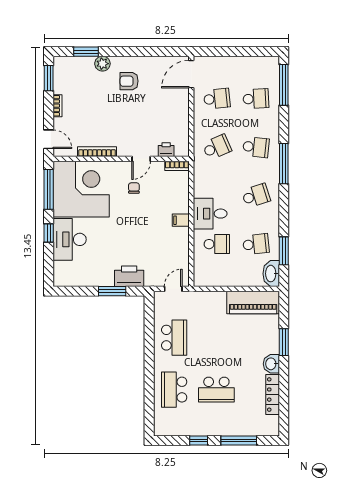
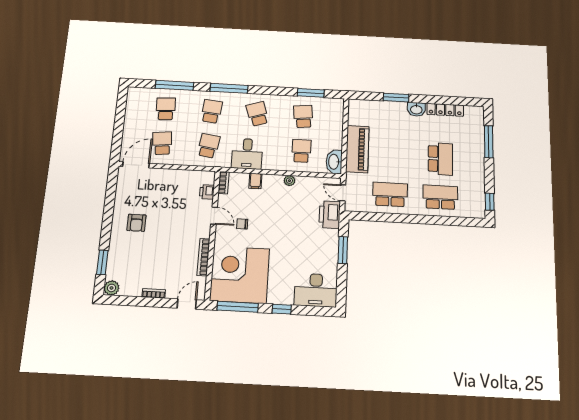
plant: (102, 64) -> (112, 288), moved
door: (191, 74) -> (136, 165), swing flipped
window: (49, 78) -> (125, 301), removed
window: (284, 85) -> (175, 85), moved
school desk: (217, 147) -> (209, 146), turned 33
desk: (210, 214) -> (247, 154), moved
filing cabinet: (181, 220) -> (255, 181), moved
plant: (183, 233) -> (289, 181), added
desk: (70, 239) -> (316, 290), moved
washbasin: (271, 274) -> (334, 162), moved, turned 90
printer: (129, 276) -> (330, 215), moved
piano: (253, 303) -> (357, 149), moved
school desk: (174, 390) -> (440, 197), turned 180
window: (199, 441) -> (490, 202), moved

